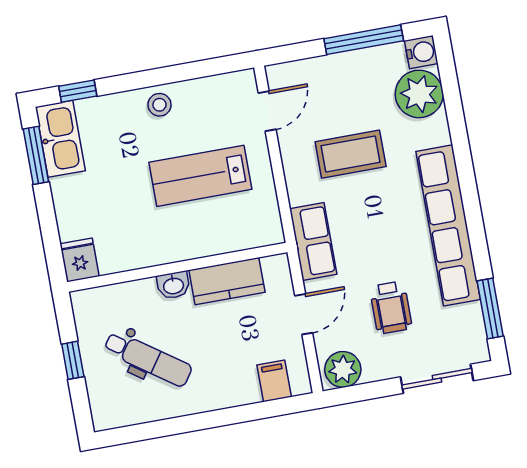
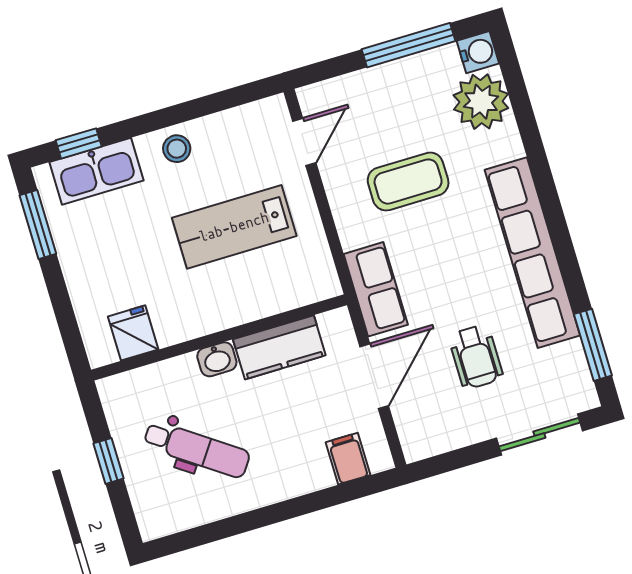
kitchen sink: (60, 139) -> (97, 171), moved, turned 90
fridge: (80, 260) -> (133, 333), moved
door: (304, 314) -> (374, 376), width x1.38
plant: (343, 369) -> (427, 436), removed

